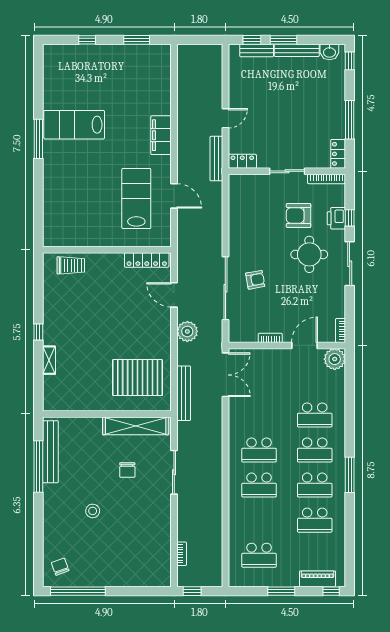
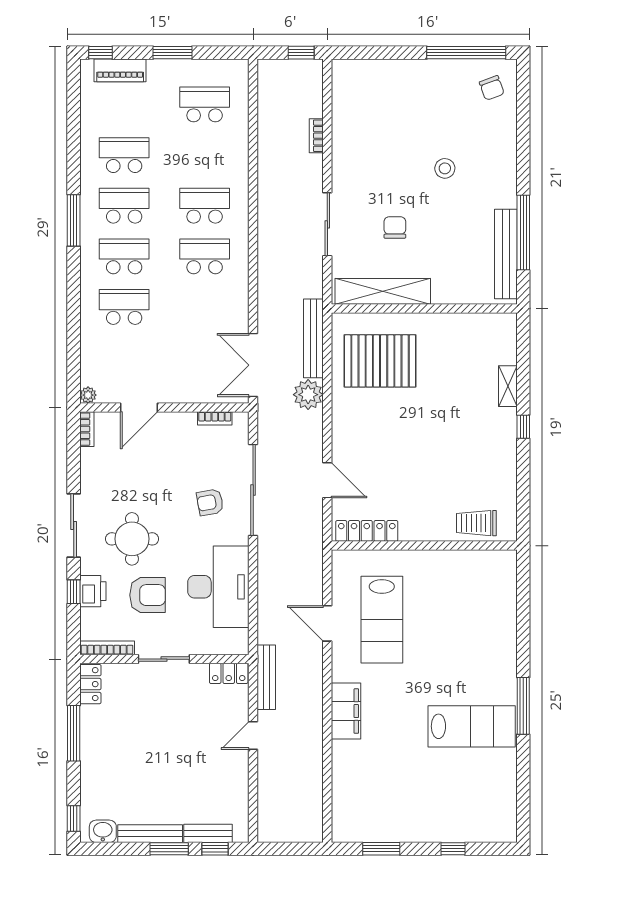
desk: (249, 221) -> (218, 587), added
plant: (187, 331) -> (308, 395), moved
bookcase: (270, 338) -> (215, 418), moved
plant: (335, 359) -> (88, 395), width x0.53, depth x0.53
bookcase: (182, 554) -> (316, 136), moved

